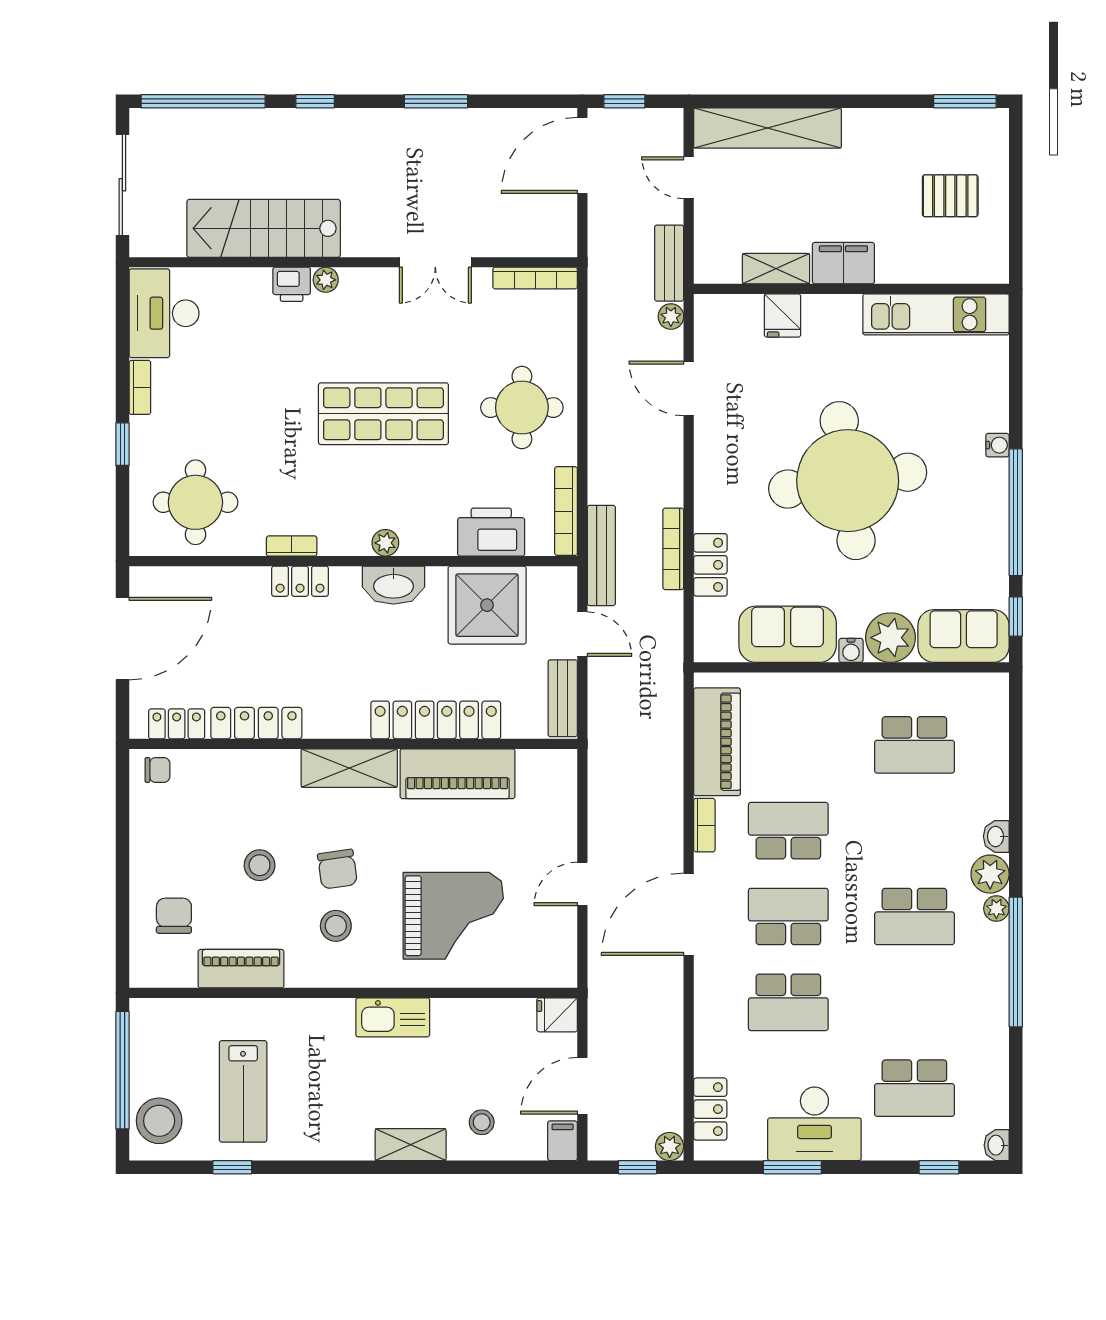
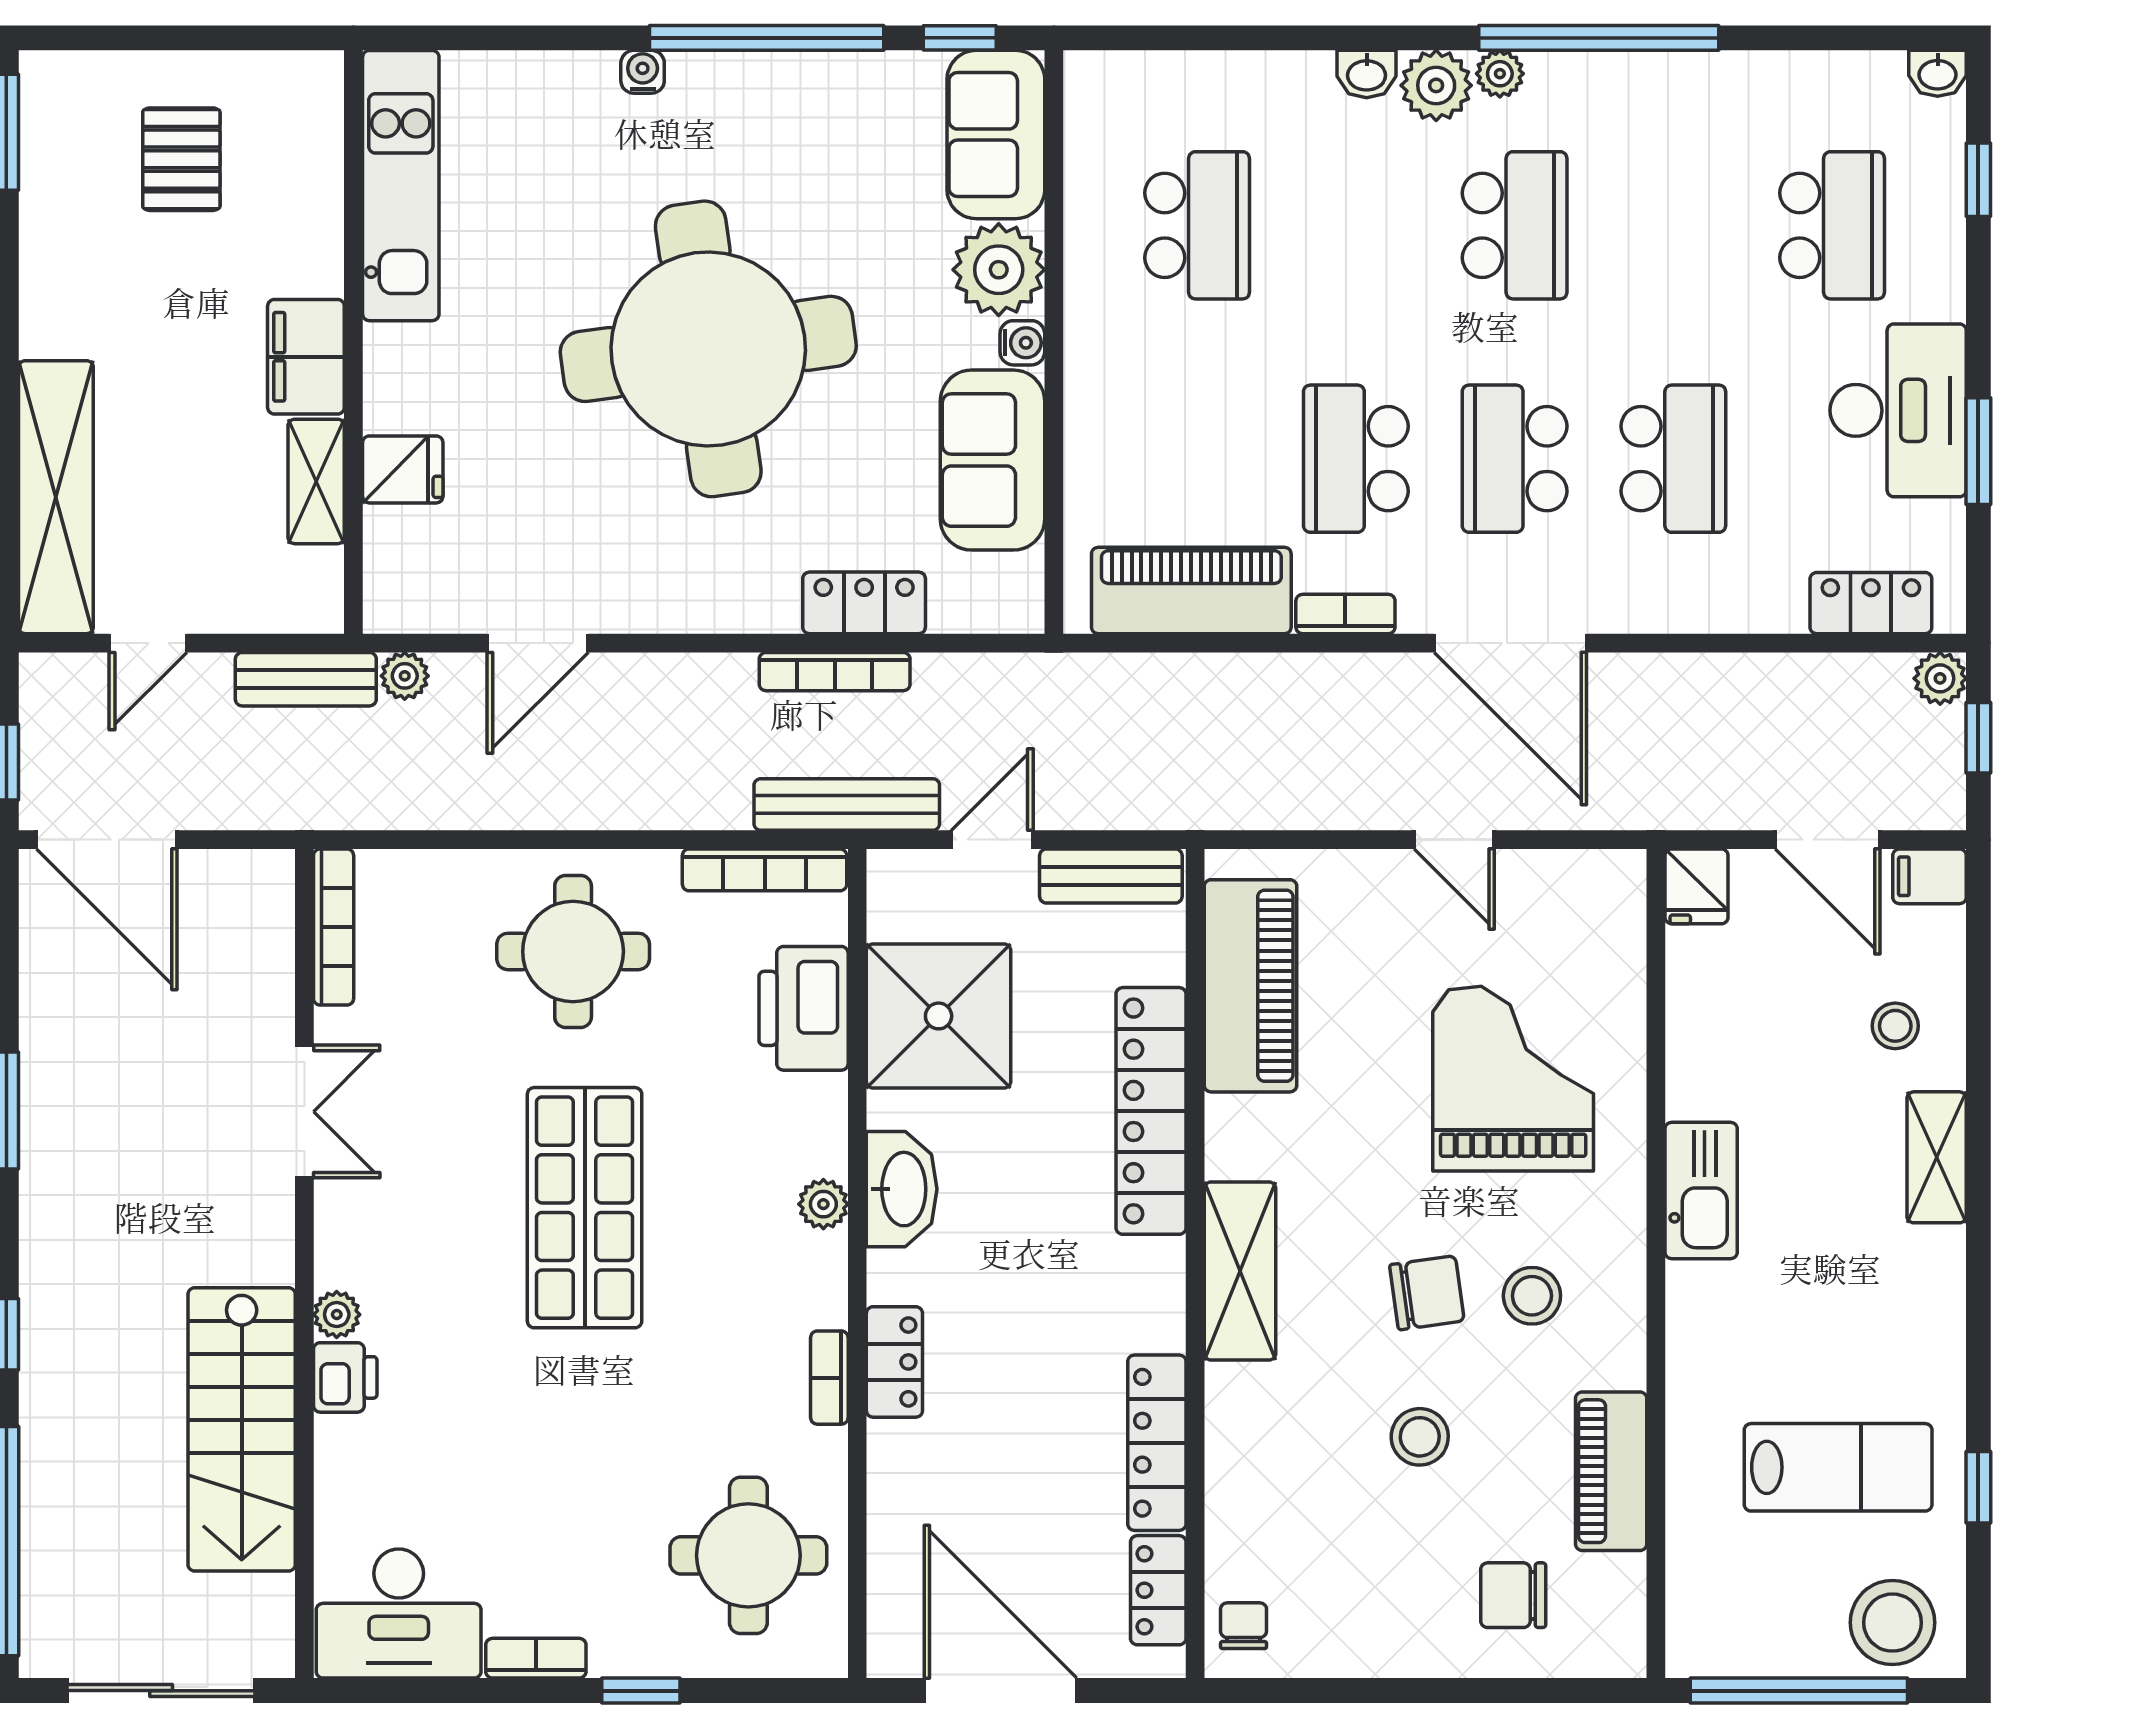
piano: (457, 774) -> (1251, 986), moved

